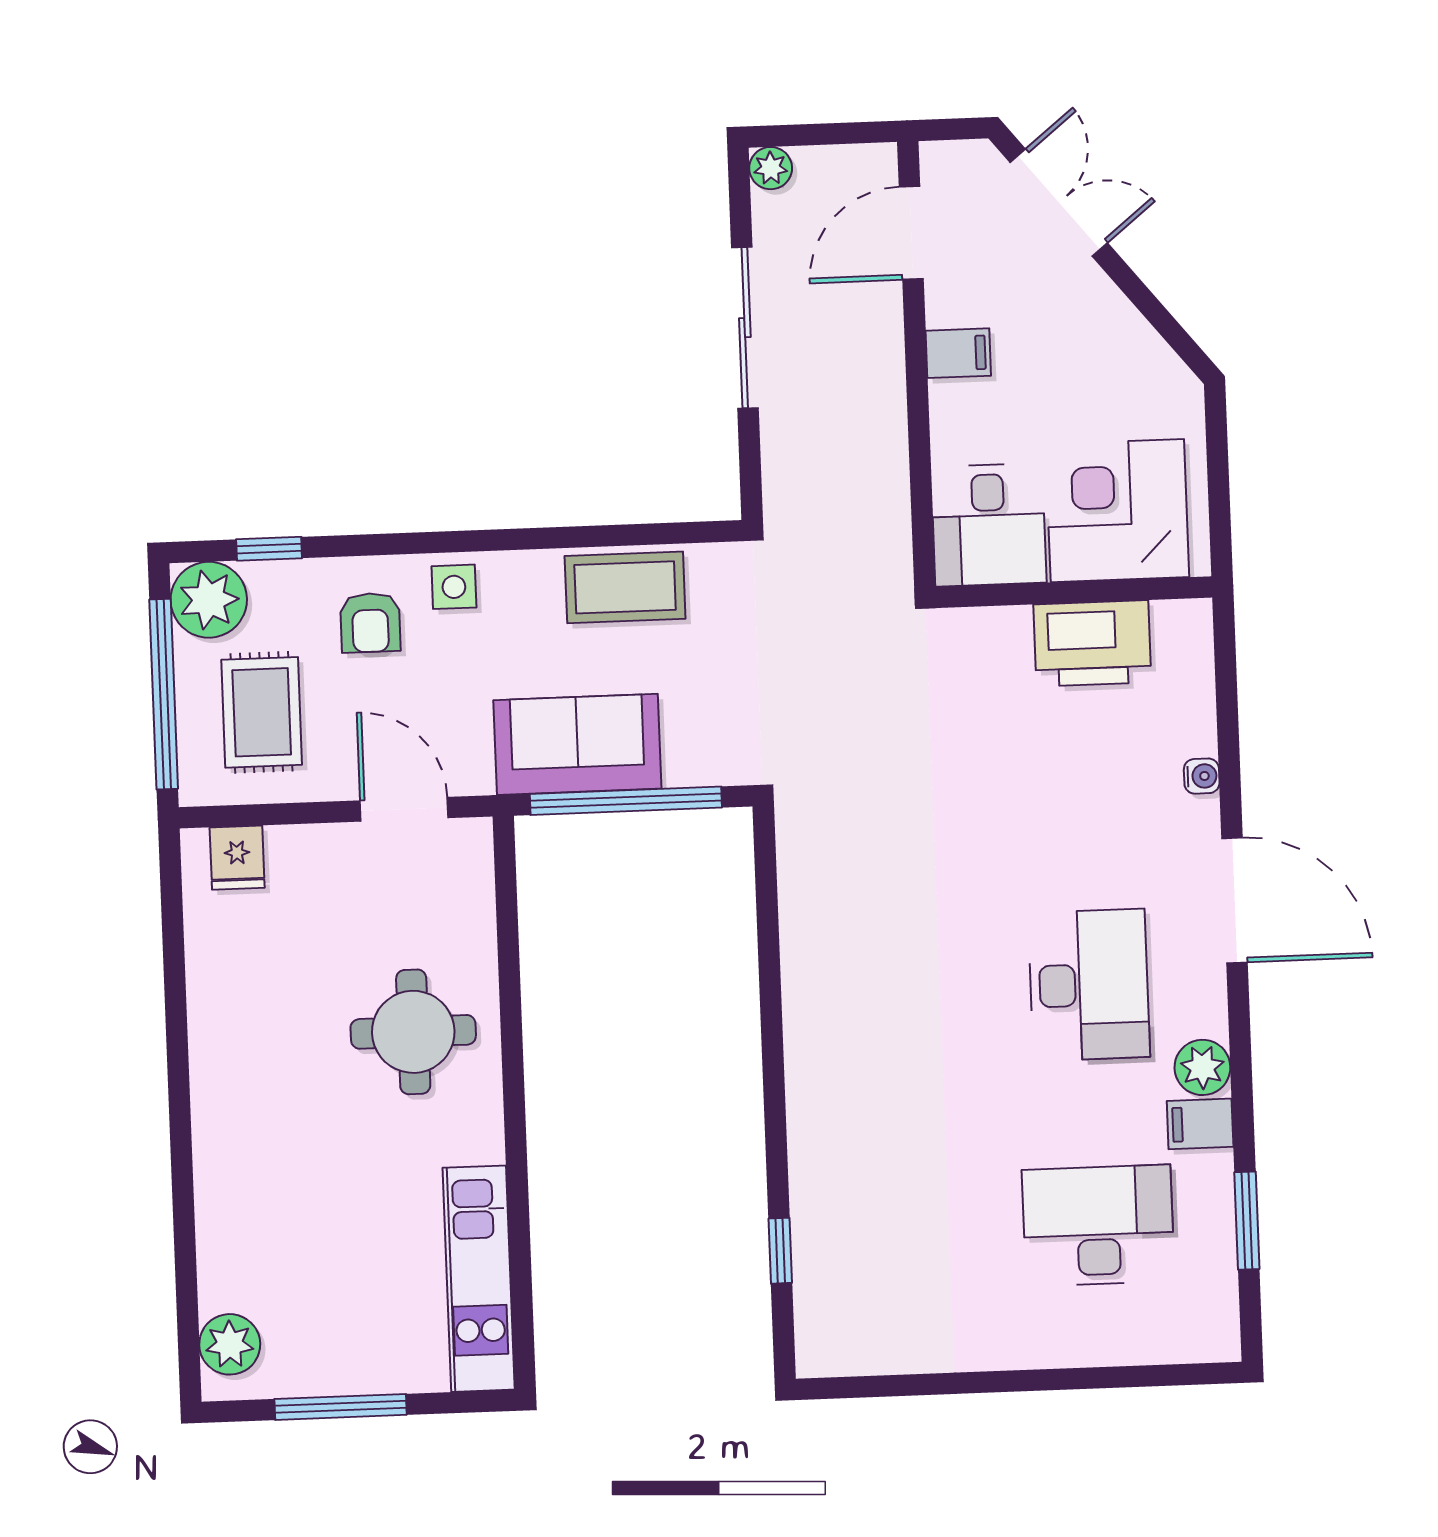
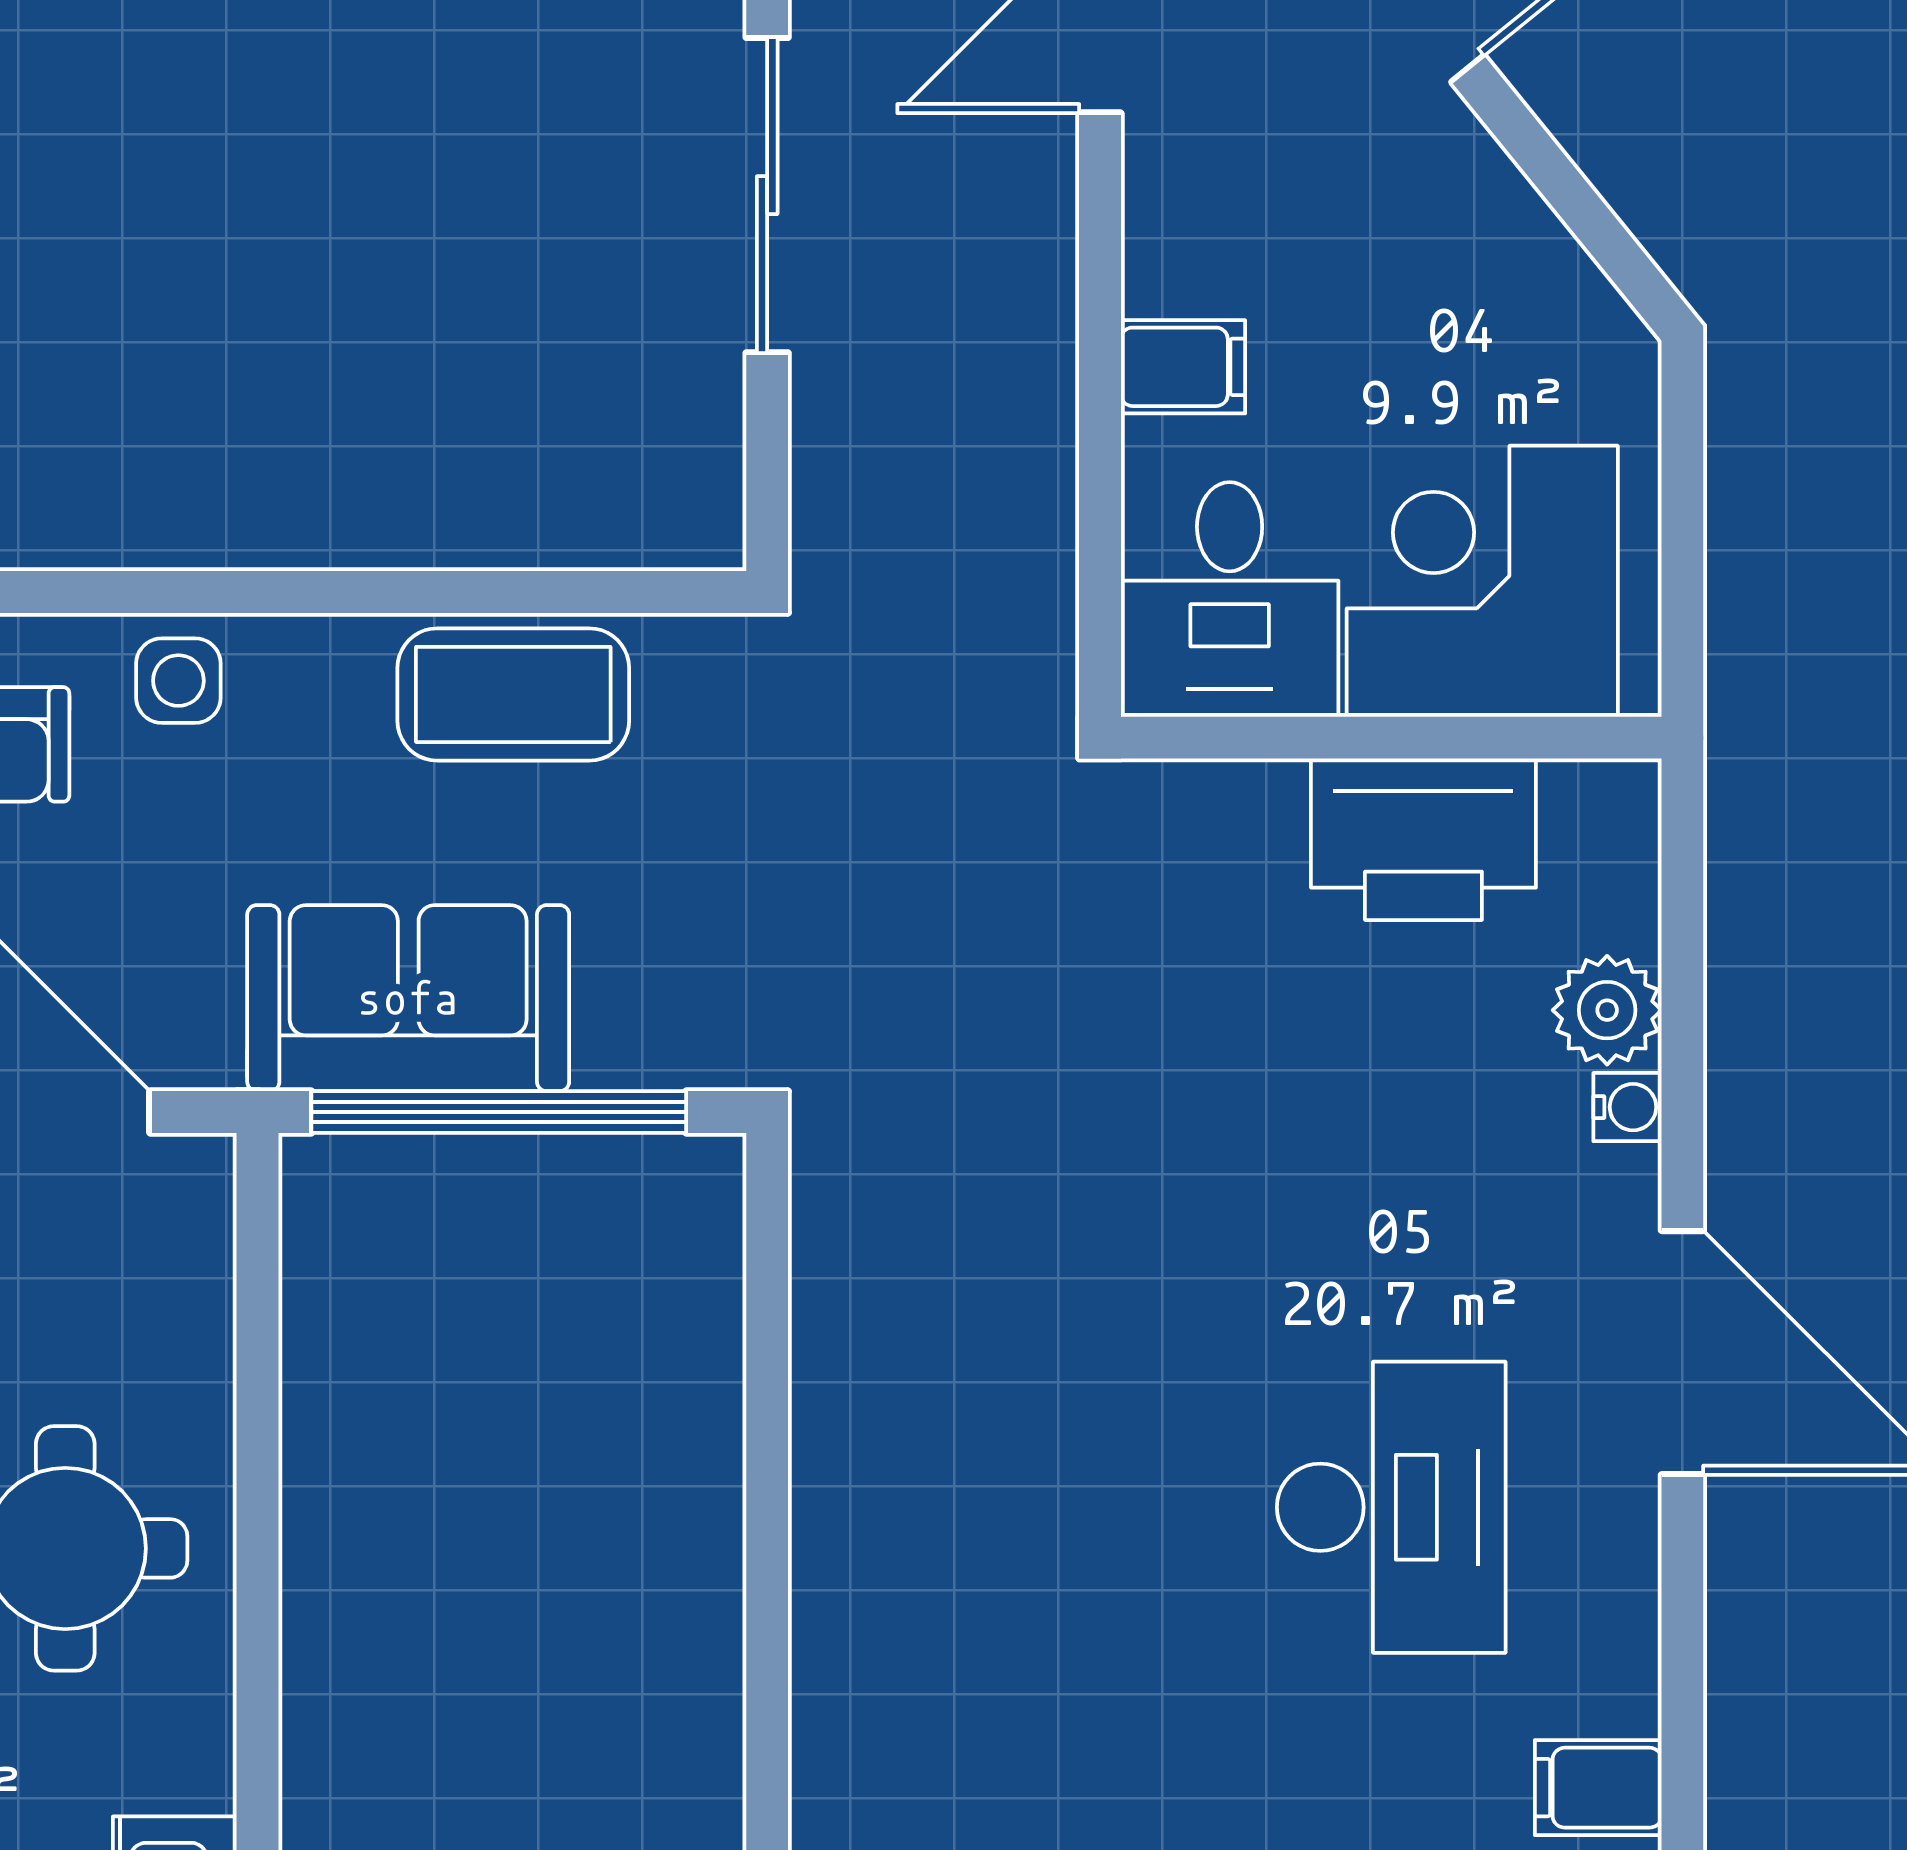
filing cabinet: (958, 353) -> (1183, 367), moved
plant: (1202, 1067) -> (1607, 1010), moved

